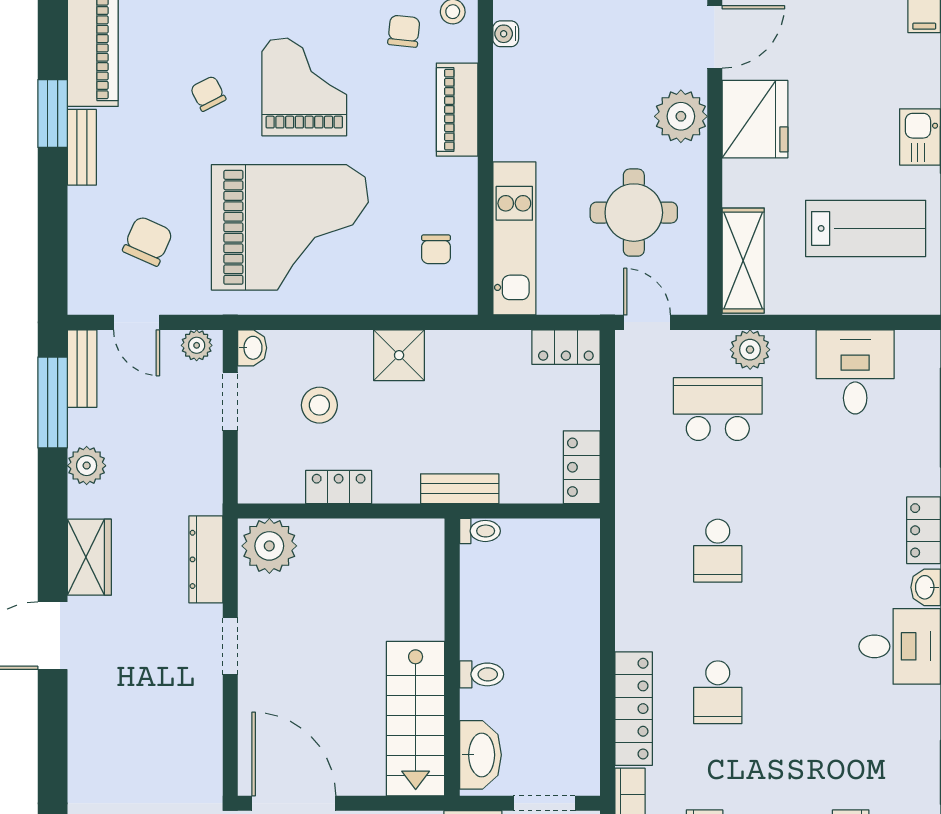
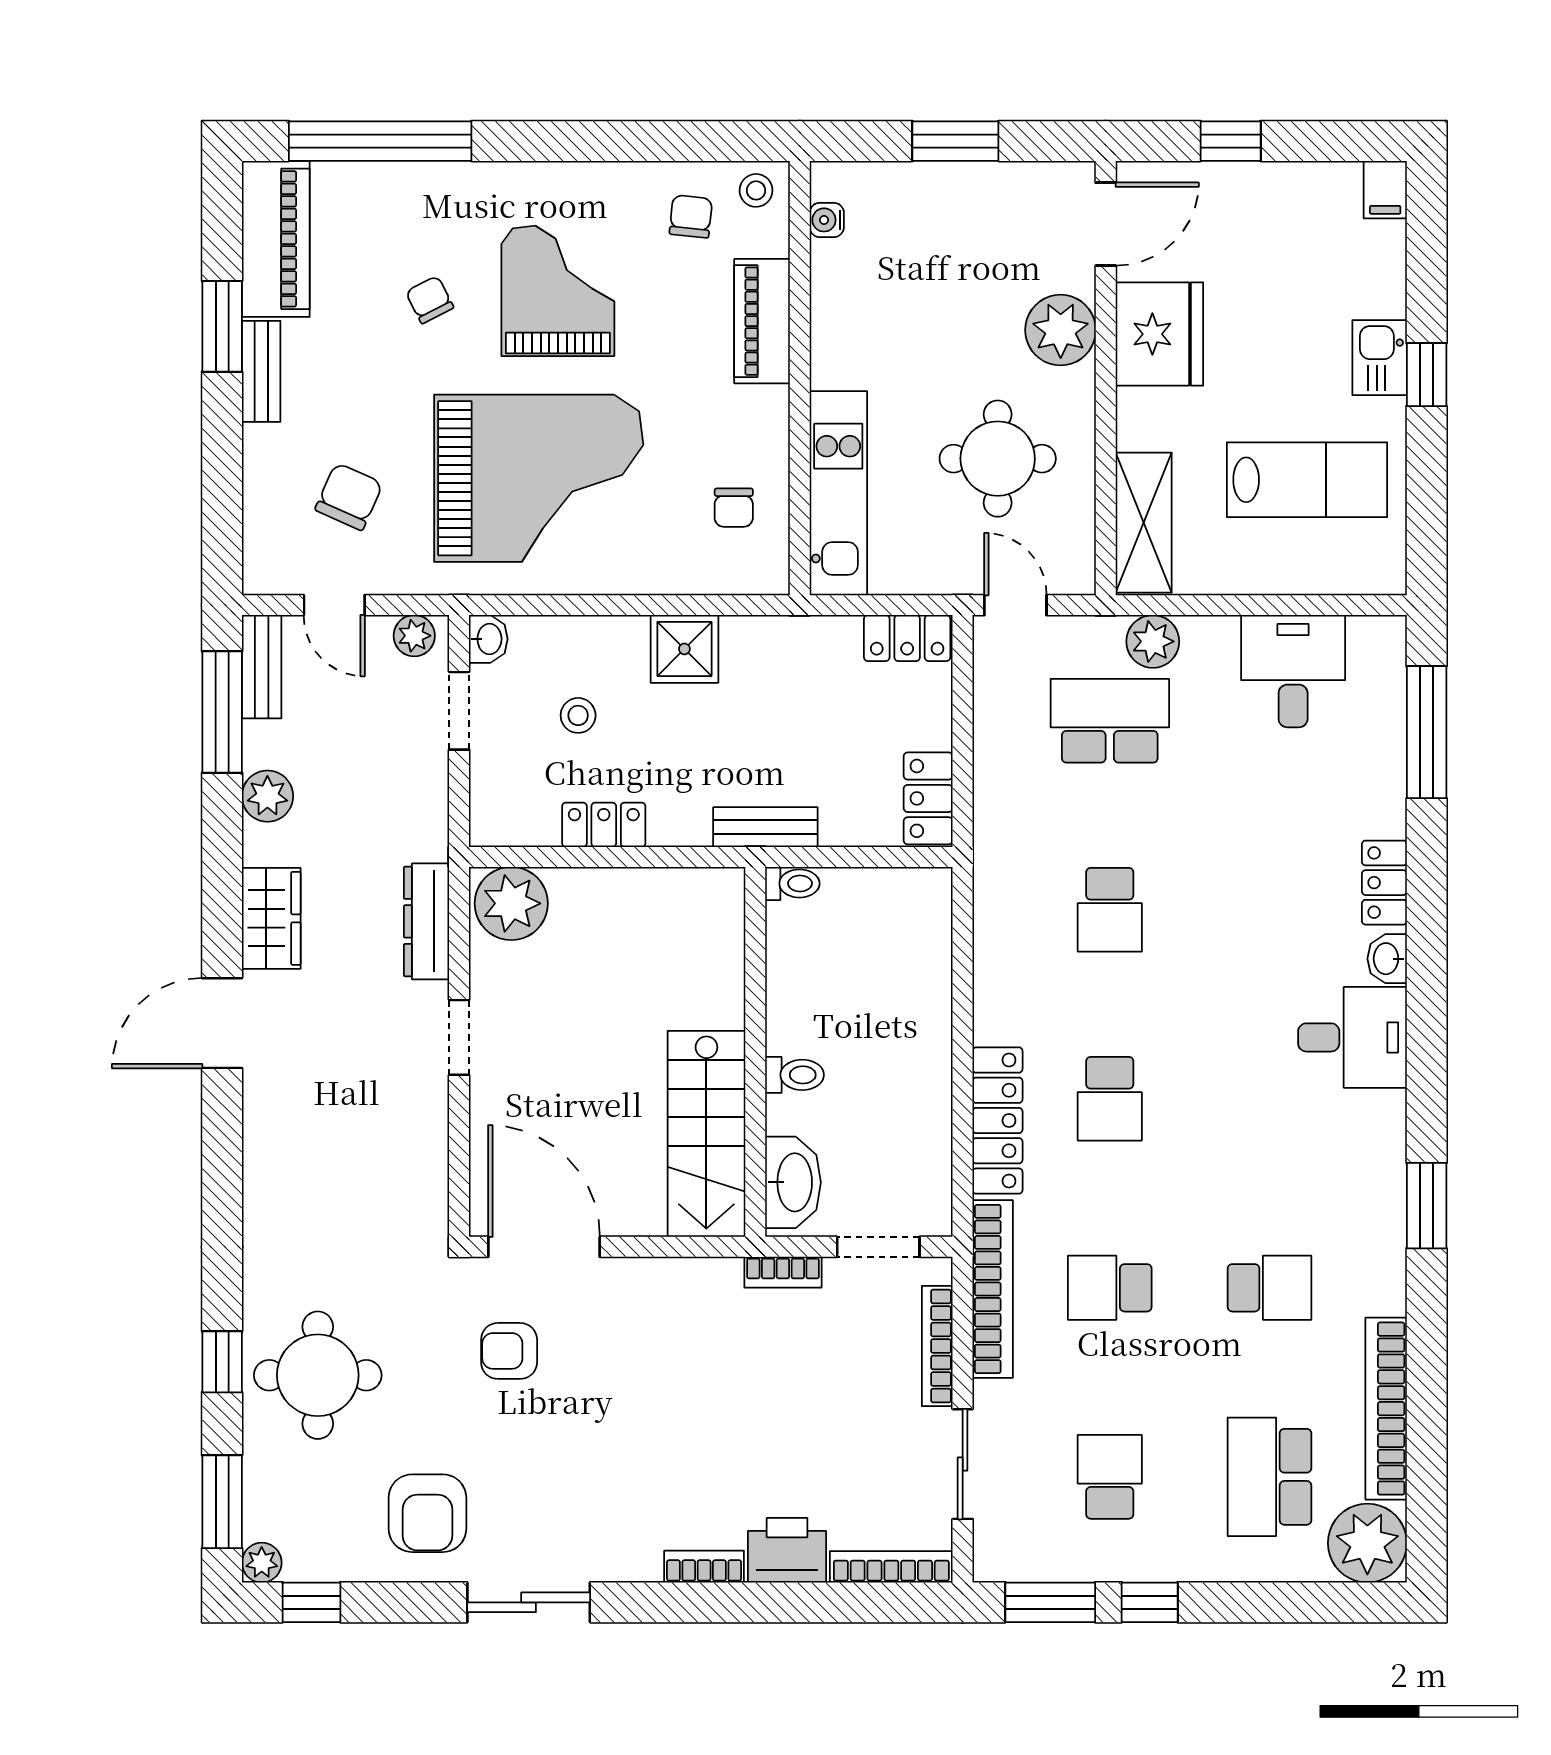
stool: (319, 405) -> (578, 715), width x0.73, depth x0.73

